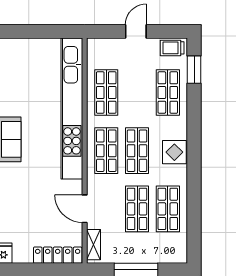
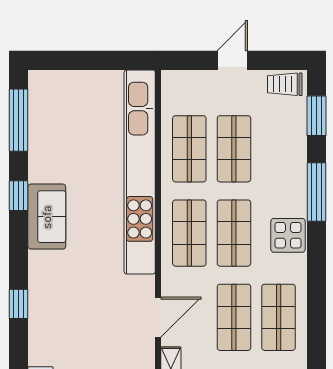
shop shelf: (168, 92) -> (234, 149), moved
window: (194, 122) -> (317, 192), added
door: (85, 209) -> (158, 317), swing flipped

